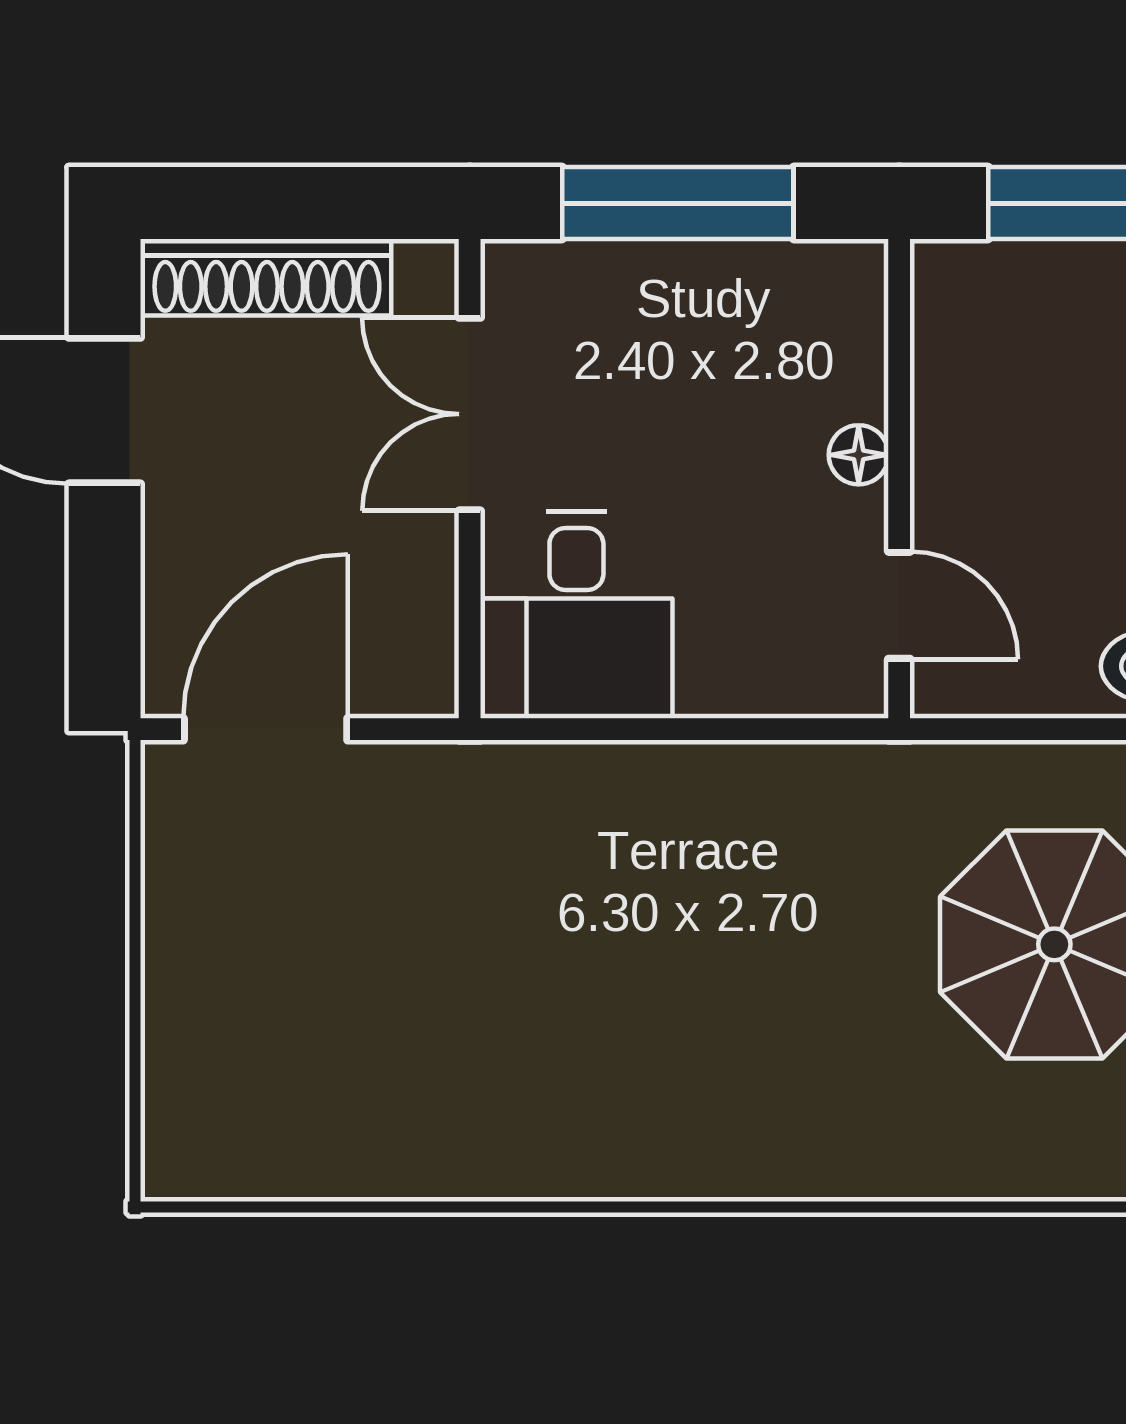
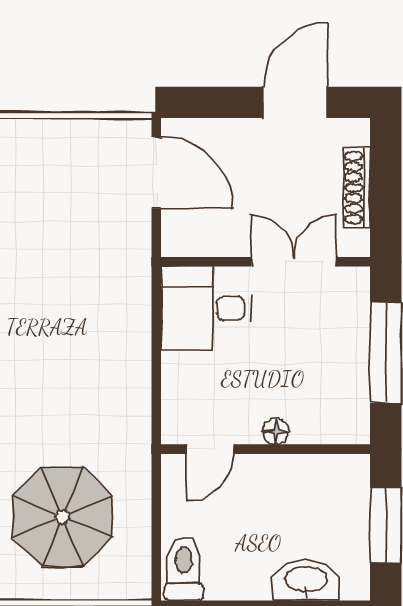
shoe rack: (267, 277) -> (357, 188), width x0.74, depth x0.81

